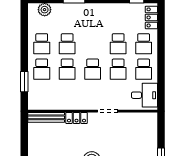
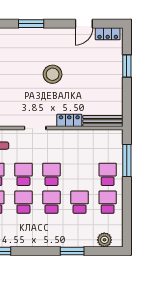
school desk: (67, 69) -> (51, 202), moved
window: (24, 82) -> (127, 160), width x1.44

